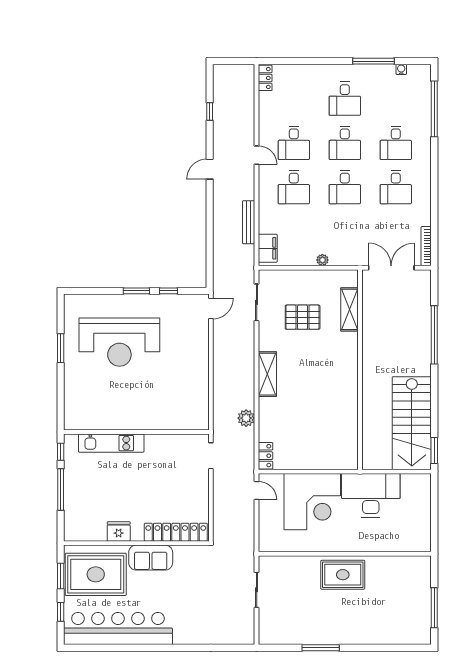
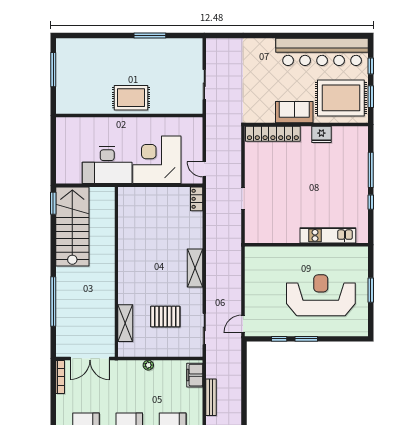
plant: (246, 418) -> (213, 231), removed
wall: (136, 432) -> (306, 245), moved
kitchen unit: (111, 443) -> (328, 235), moved

